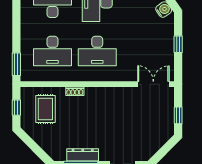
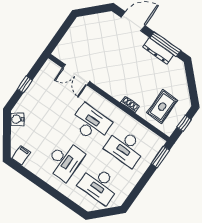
desk: (52, 51) -> (125, 147), turned 180
double door: (153, 84) -> (76, 75), moved
window: (178, 115) -> (63, 30), removed

